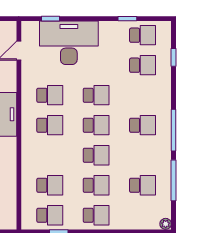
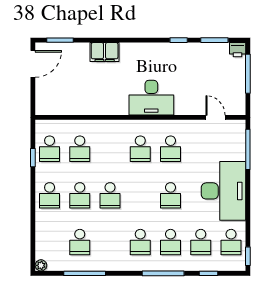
window: (50, 19) -> (248, 149), width x2.17
window: (127, 19) -> (248, 256), moved
desk: (69, 43) -> (223, 191), moved
school desk: (96, 125) -> (171, 242), moved
window: (174, 130) -> (163, 273), moved

